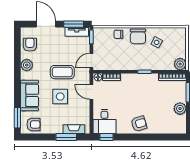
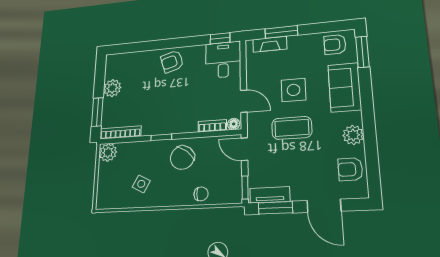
chair: (138, 36) -> (182, 158), moved, turned -141
armchair: (30, 45) -> (350, 169), turned 90
door: (91, 61) -> (244, 149), swing flipped

